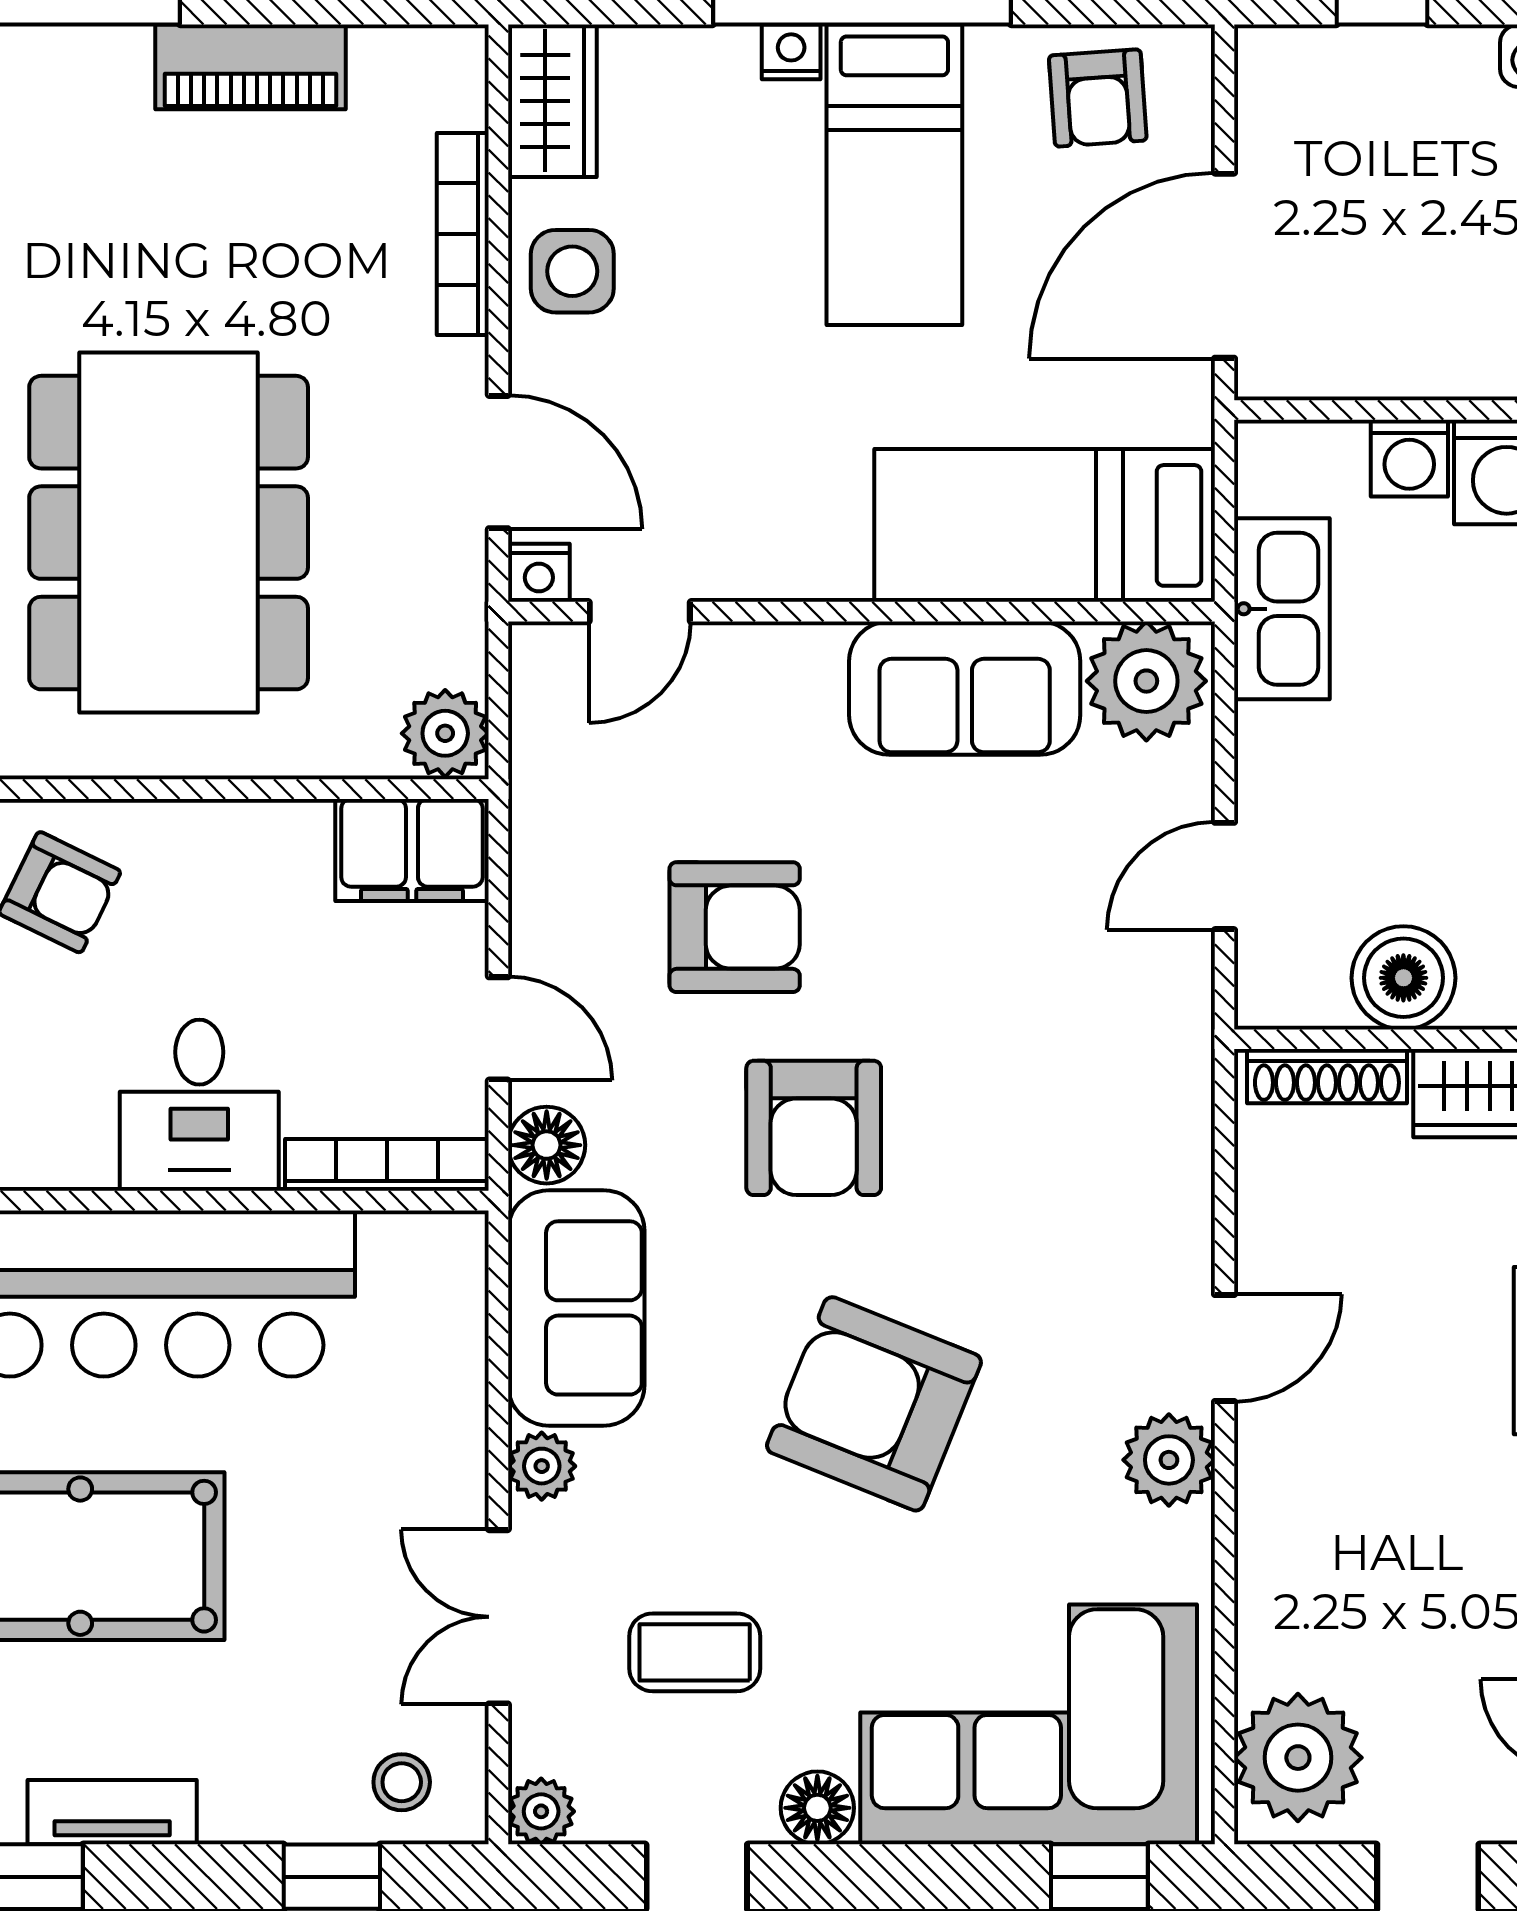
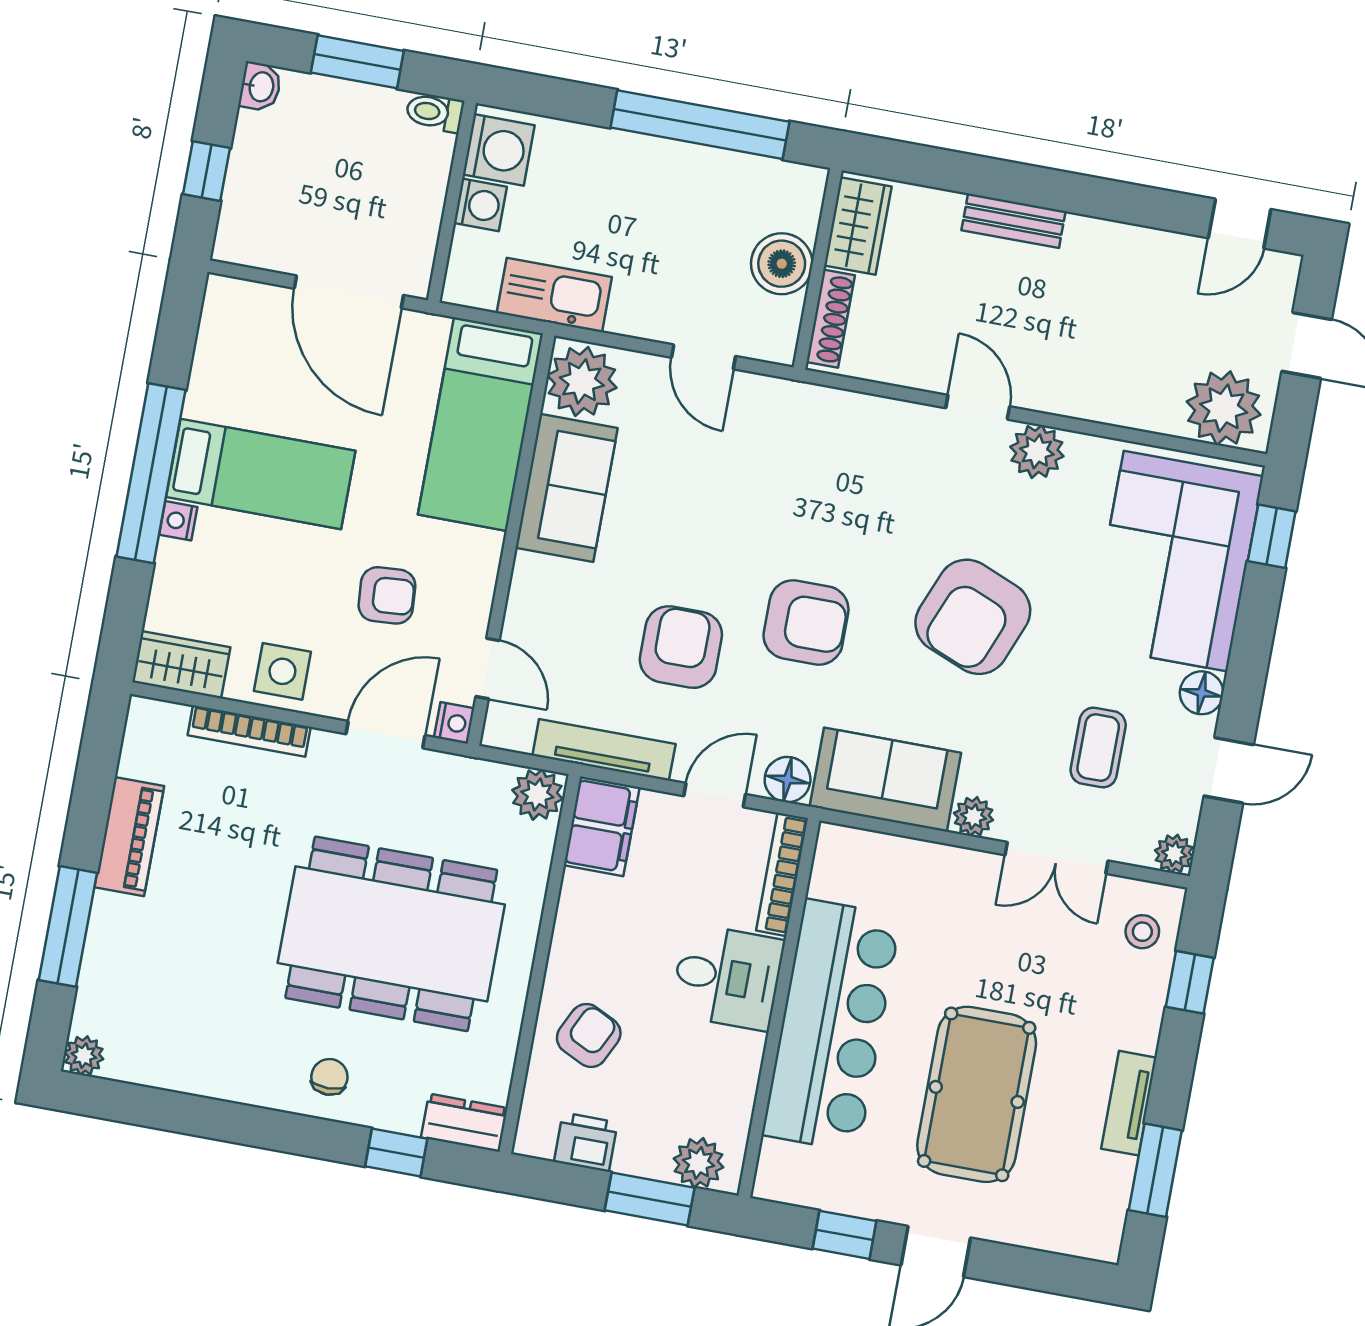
armchair: (1098, 98) -> (387, 595), moved
tv unit: (540, 831) -> (604, 750), added

